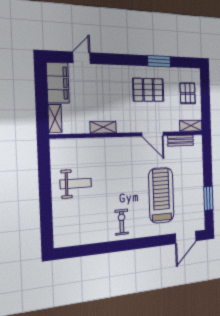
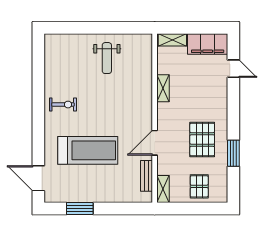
pallet: (188, 93) -> (199, 186), turned 90

